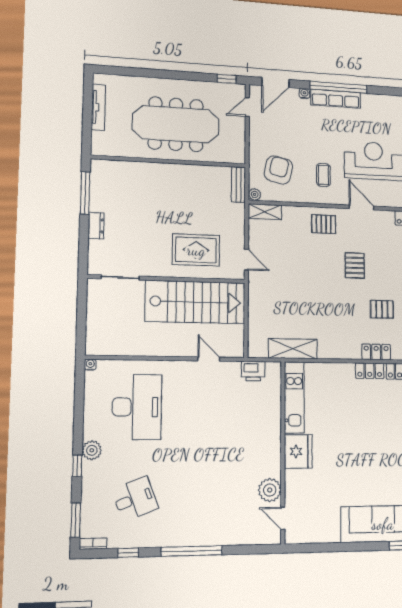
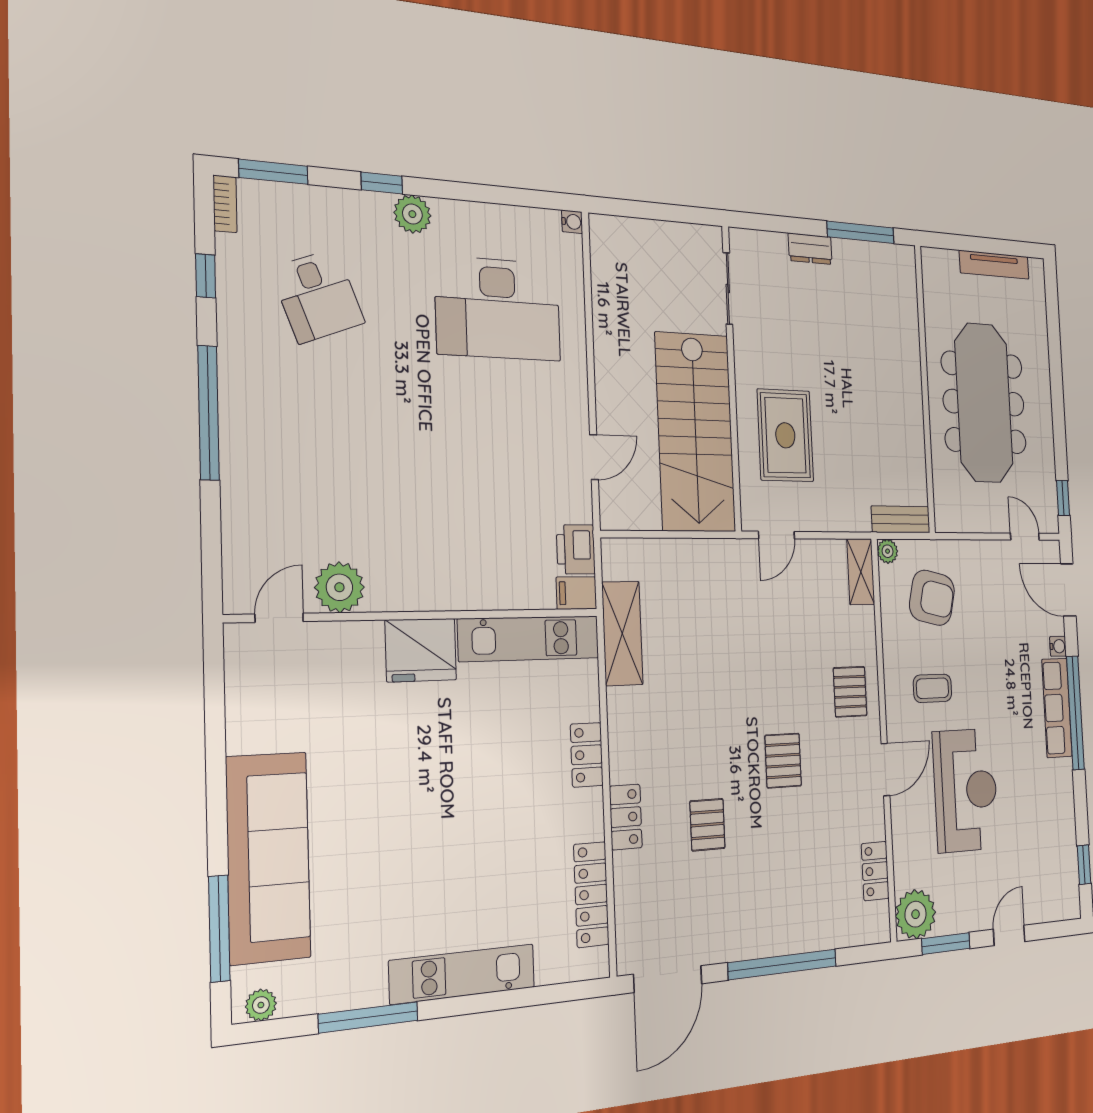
pallet: (355, 265) -> (783, 761), turned 90
locker: (370, 371) -> (587, 755), moved
filing cabinet: (274, 372) -> (576, 593), added

